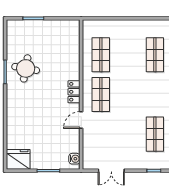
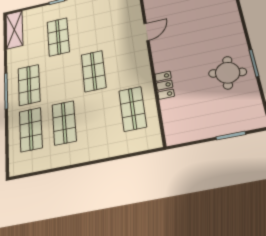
locker: (74, 92) -> (165, 85), moved
shop shelf: (101, 94) -> (94, 71), moved

